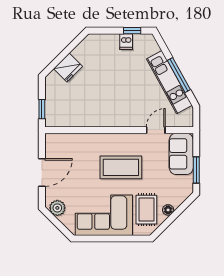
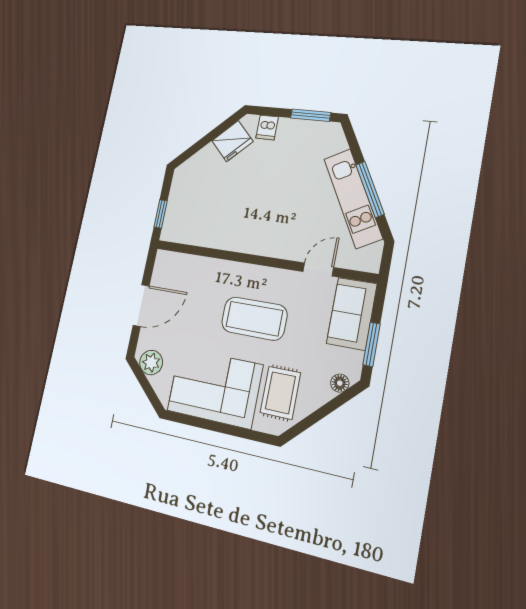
window: (132, 31) -> (311, 115), width x1.50
dishwasher: (126, 42) -> (267, 127), moved
fridge: (68, 68) -> (232, 141), moved
floor lamp: (168, 210) -> (340, 383), moved

